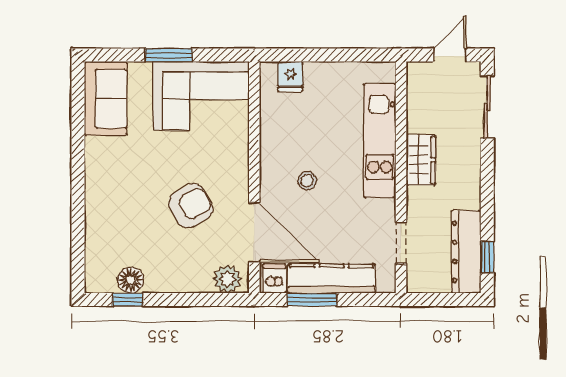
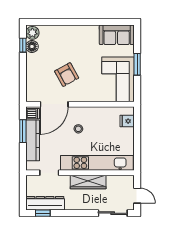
kitchen unit: (380, 141) -> (97, 163), width x1.36
wardrobe: (421, 160) -> (88, 182), width x1.50
plant: (227, 279) -> (32, 33), moved

